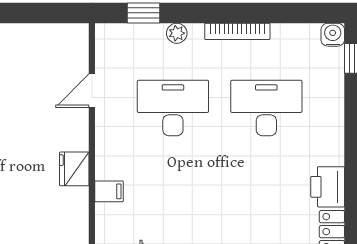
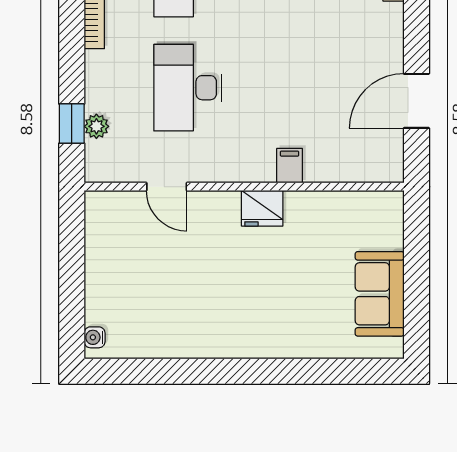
plant: (177, 33) -> (96, 126), moved

